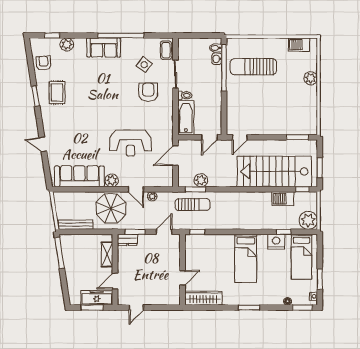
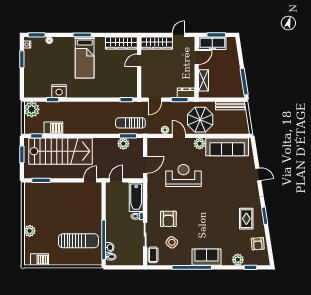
bed: (302, 257) -> (37, 78), removed
bed: (246, 258) -> (85, 58), moved, turned 180
wardrobe: (162, 298) -> (157, 43), added

